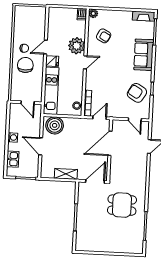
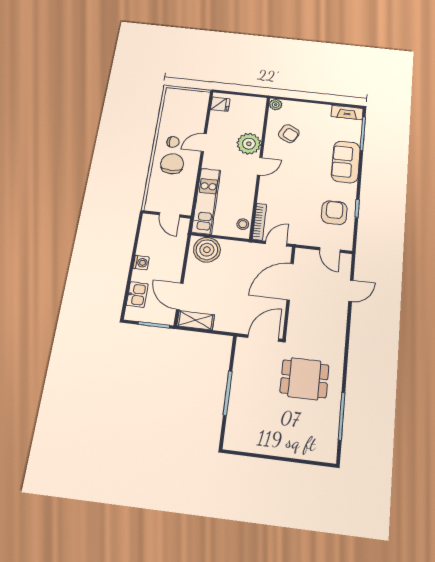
dishwasher: (82, 14) -> (260, 104), removed
fridge: (52, 61) -> (220, 104), moved
armchair: (137, 93) -> (334, 213), turned 59
door: (41, 146) -> (180, 296), moved
shelving: (66, 174) -> (196, 320), moved

